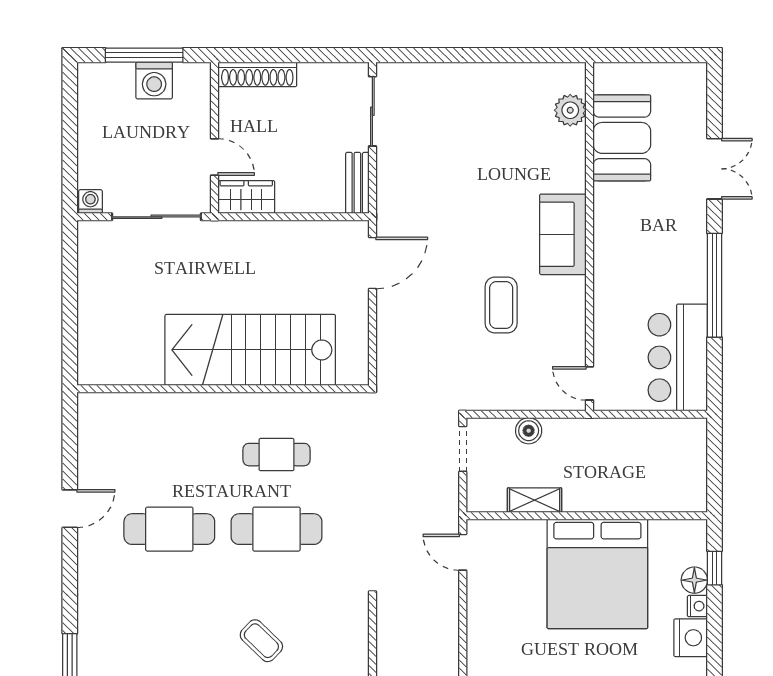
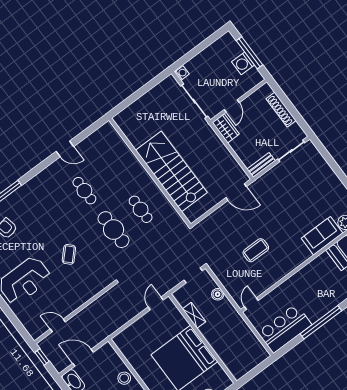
shoe rack: (257, 74) -> (281, 110), moved
sofa: (563, 234) -> (322, 236), moved
cafe table: (169, 529) -> (84, 191), width x0.73, depth x0.74

